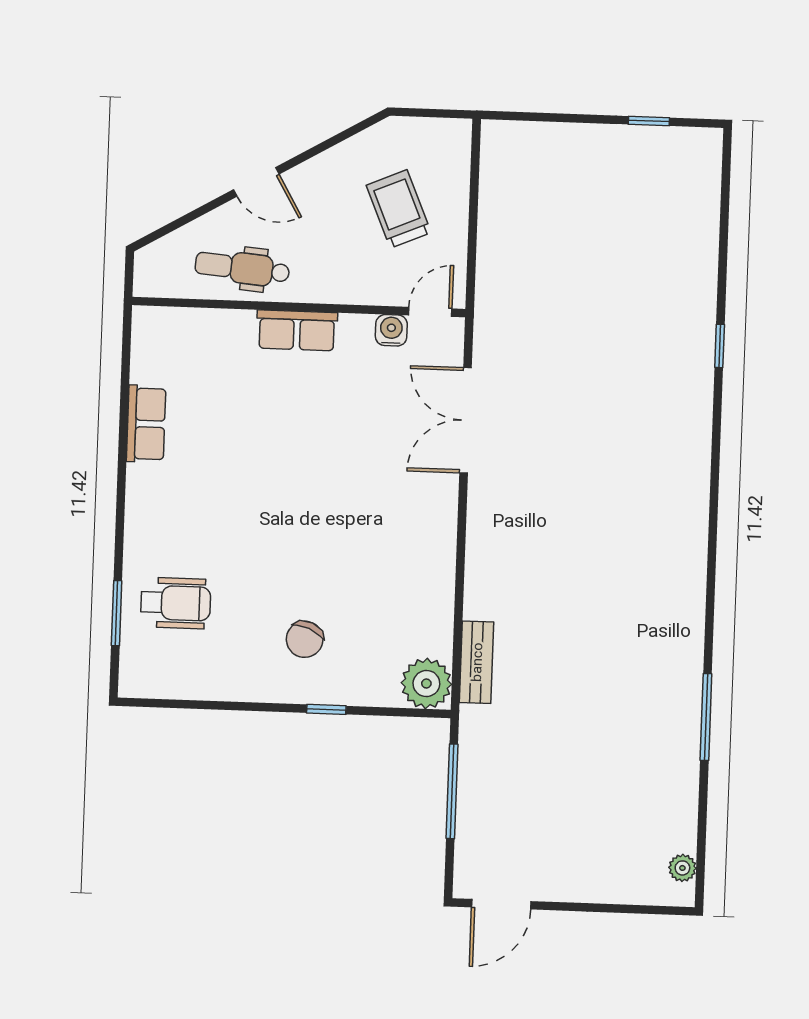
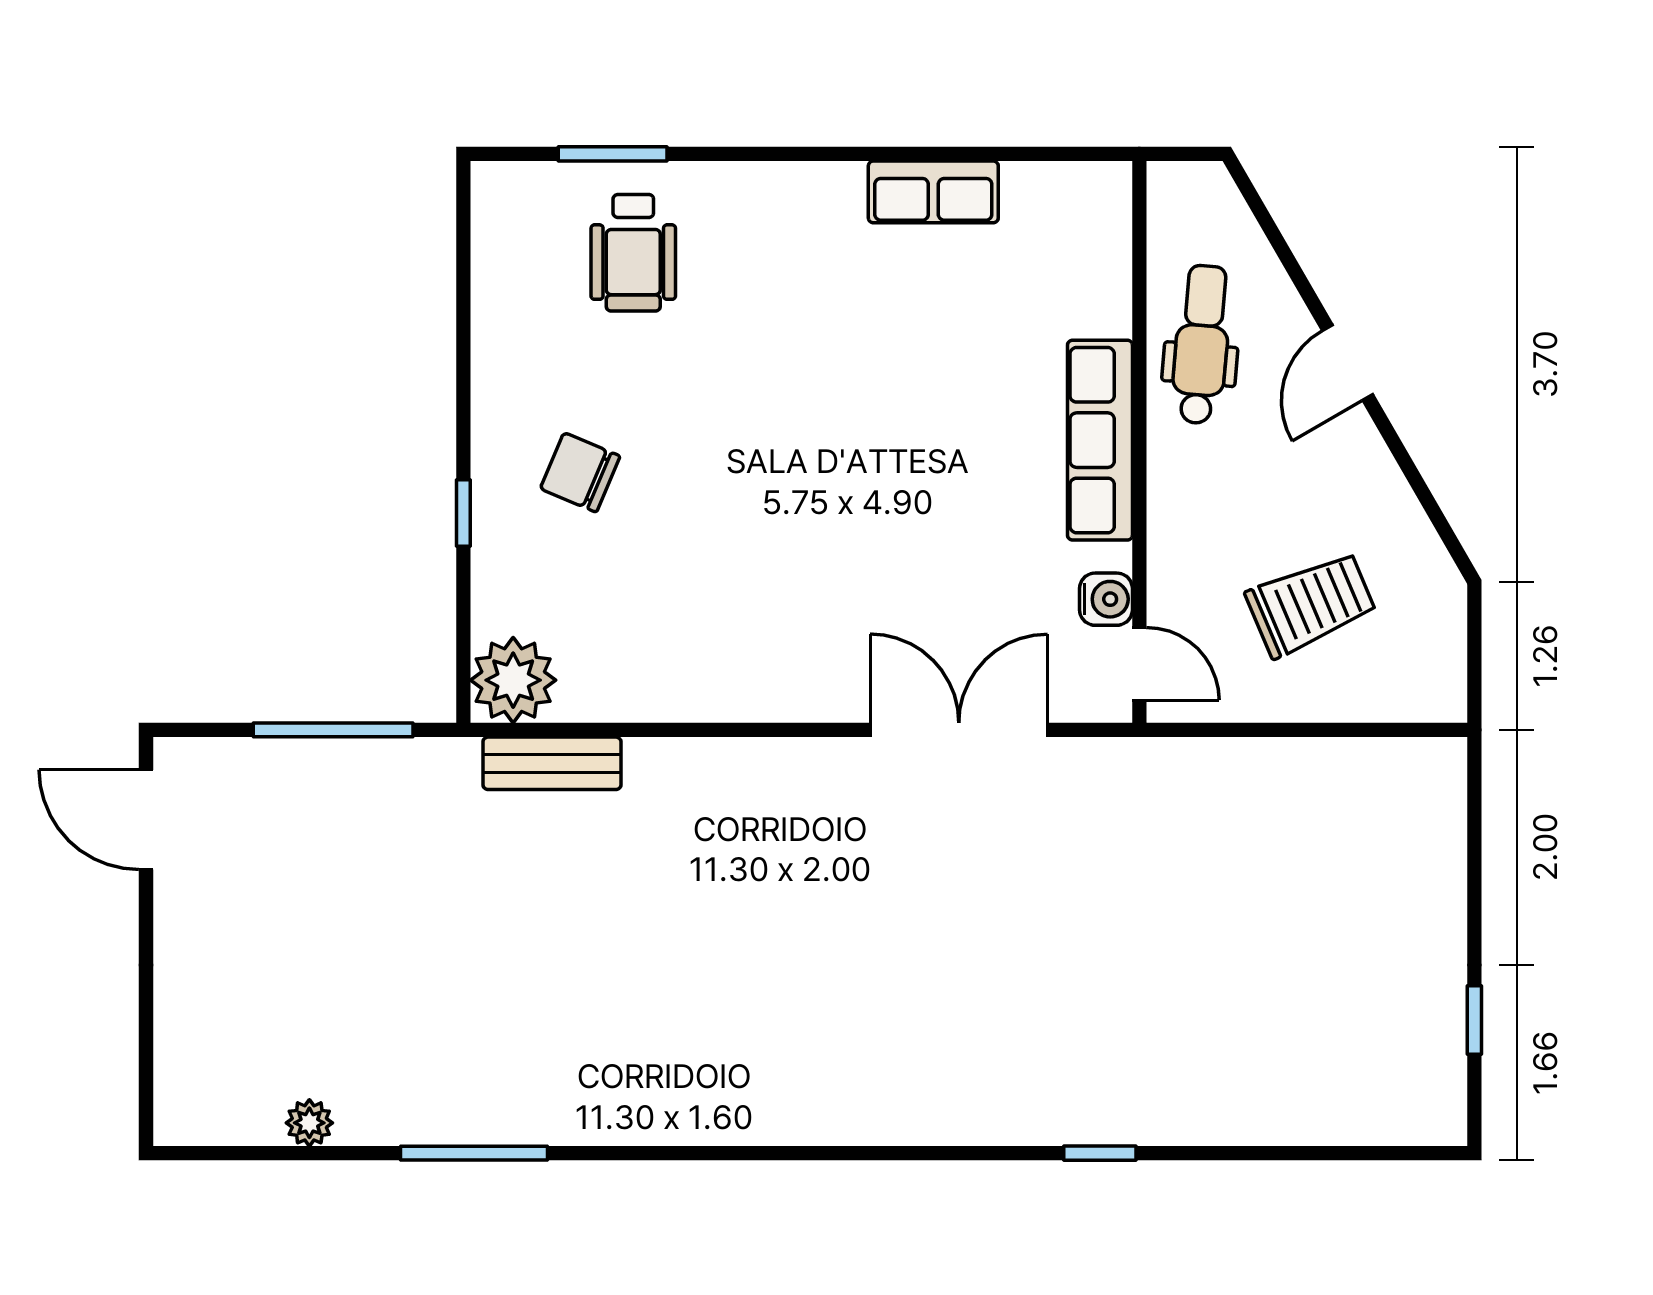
row of seats: (297, 330) -> (1100, 440), width x1.48
plant: (682, 868) -> (309, 1123), moved

